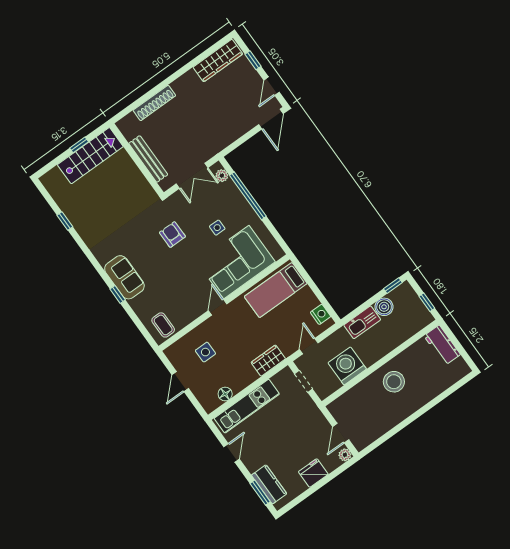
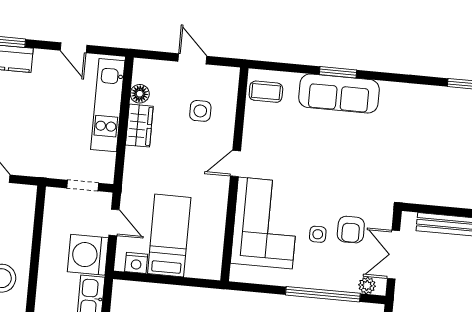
armchair: (172, 235) -> (351, 230), moved, turned 90
sofa: (124, 277) -> (339, 94), width x1.36
bed: (276, 290) -> (169, 236), moved
window: (118, 294) -> (338, 72), width x1.50
door: (218, 307) -> (235, 164), swing flipped
wardrobe: (268, 361) -> (139, 126), moved
washing machine: (347, 366) -> (88, 255), moved, turned 180

